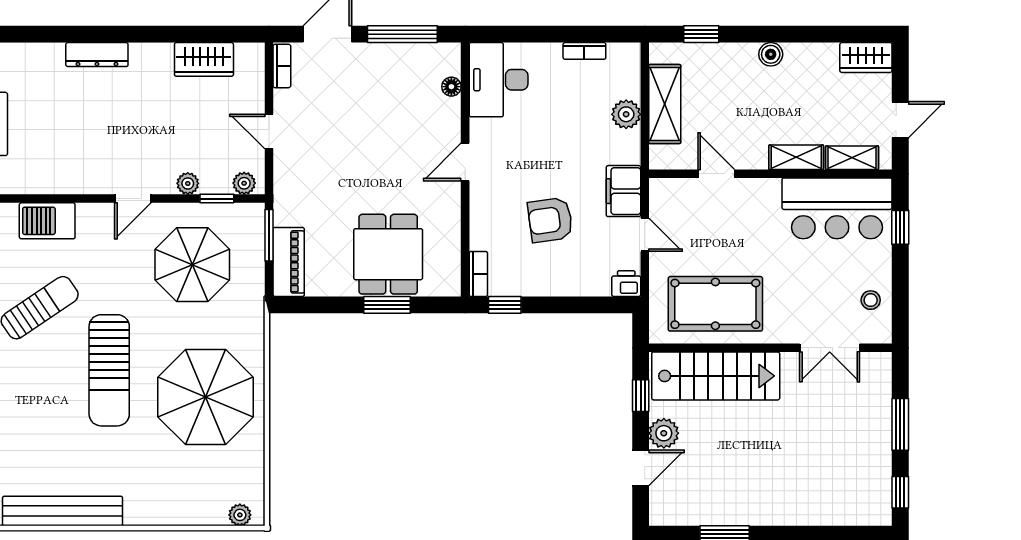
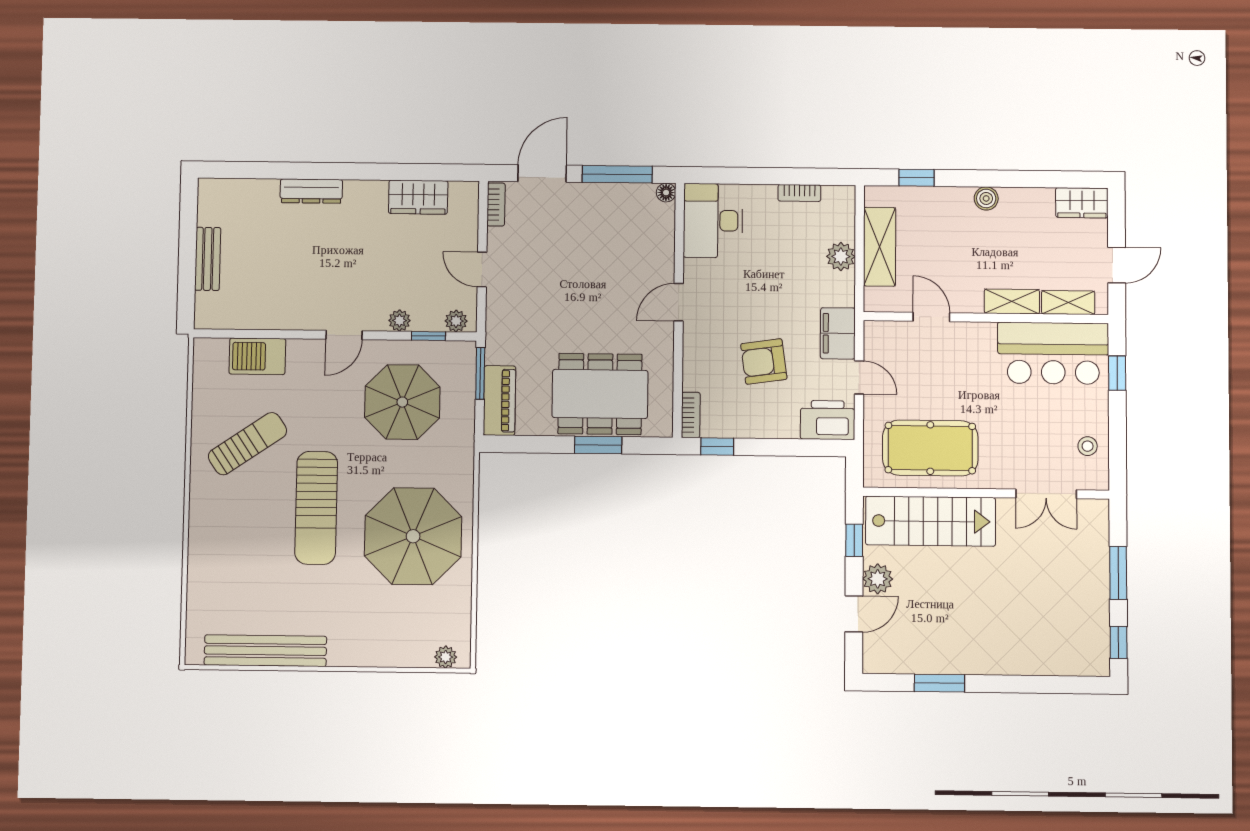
floor lamp: (451, 87) -> (666, 193), moved
dining table: (388, 254) -> (600, 394), width x1.38
printer: (626, 284) -> (828, 420), width x1.87, depth x1.48

